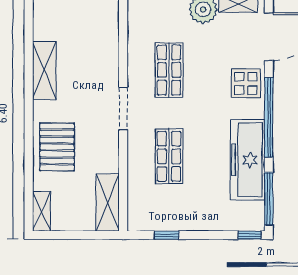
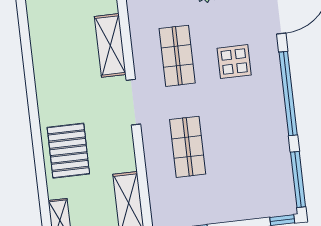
shelving: (44, 70) -> (110, 45), moved
display table: (246, 83) -> (234, 62), moved
freezer: (248, 160) -> (271, 141), removed

